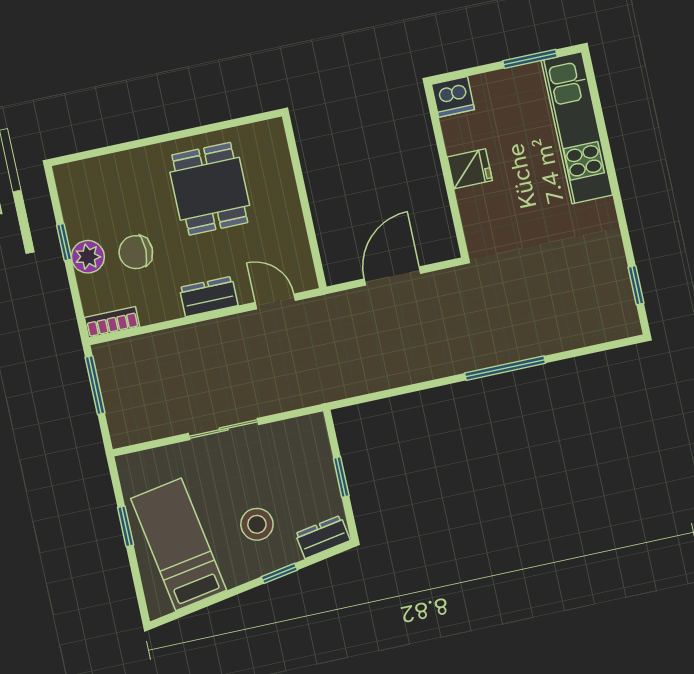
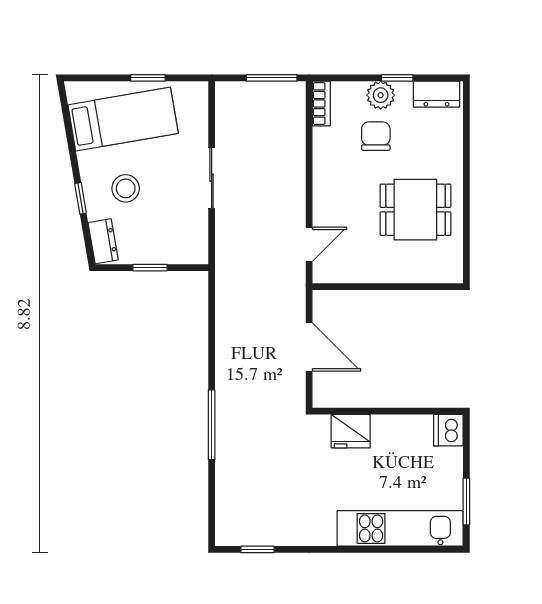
fridge: (470, 169) -> (351, 431), moved, width x1.38
dresser: (209, 296) -> (437, 94), moved, turned 90

